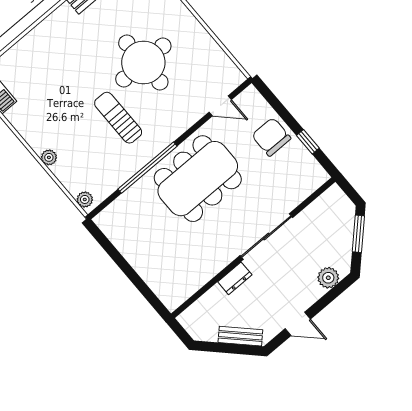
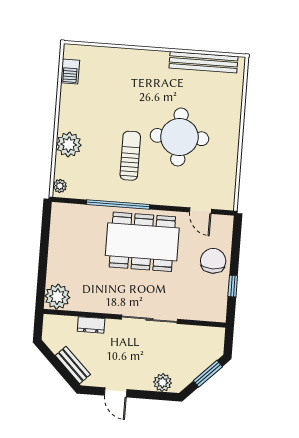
plant: (49, 157) -> (69, 144), width x1.88, depth x1.88
dresser: (235, 278) -> (91, 325), moved
plant: (172, 292) -> (57, 297), added

